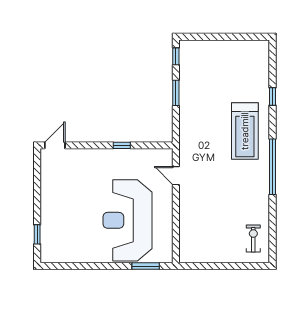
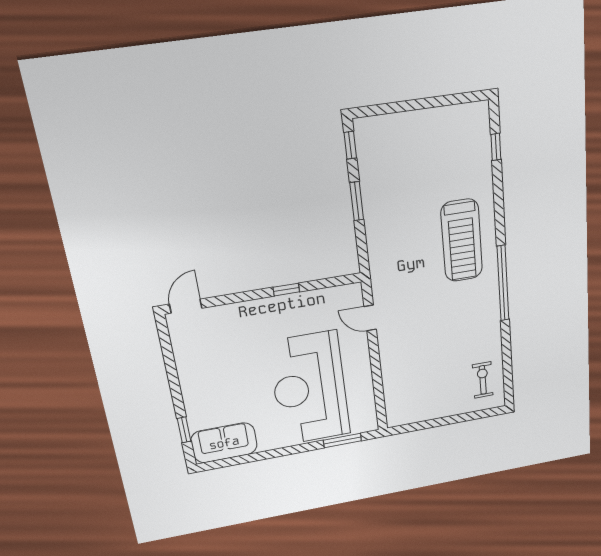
window: (273, 96) -> (496, 147), moved
sofa: (62, 250) -> (224, 443), added

